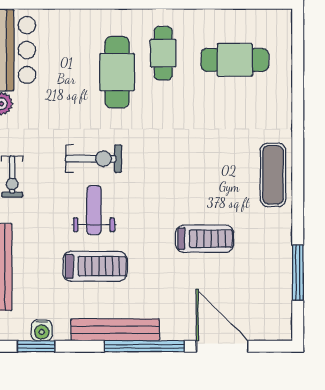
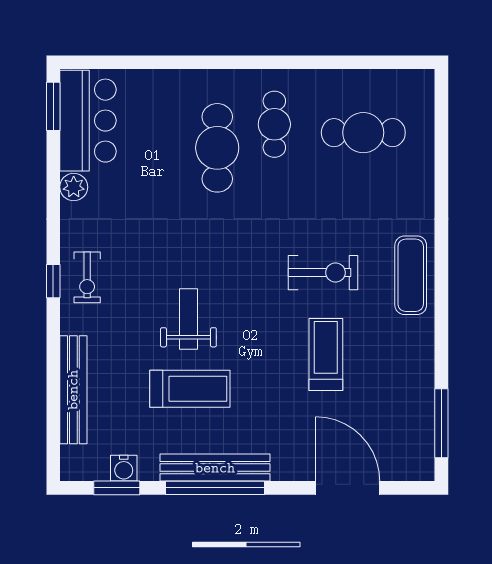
exercise bike: (93, 159) -> (323, 273), moved
treadmill: (205, 239) -> (326, 355), turned -90
window: (298, 273) -> (441, 423), moved
window: (144, 346) -> (215, 488), moved

